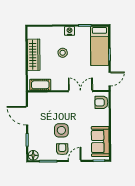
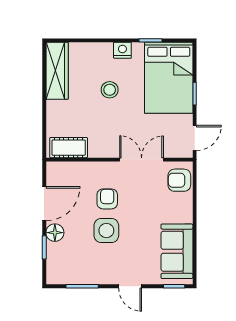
bed: (100, 46) -> (169, 78), width x1.50
wardrobe: (34, 55) -> (57, 71), moved
door: (27, 116) -> (44, 204), swing flipped
armchair: (62, 149) -> (107, 199), moved
floor lamp: (33, 155) -> (55, 233), moved
door: (75, 161) -> (130, 286), swing flipped

